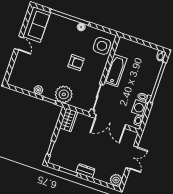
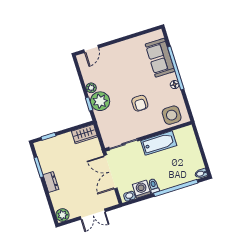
sofa: (37, 24) -> (160, 58), moved, turned 90
door: (19, 43) -> (91, 49), moved
plant: (64, 94) -> (100, 101), moved

